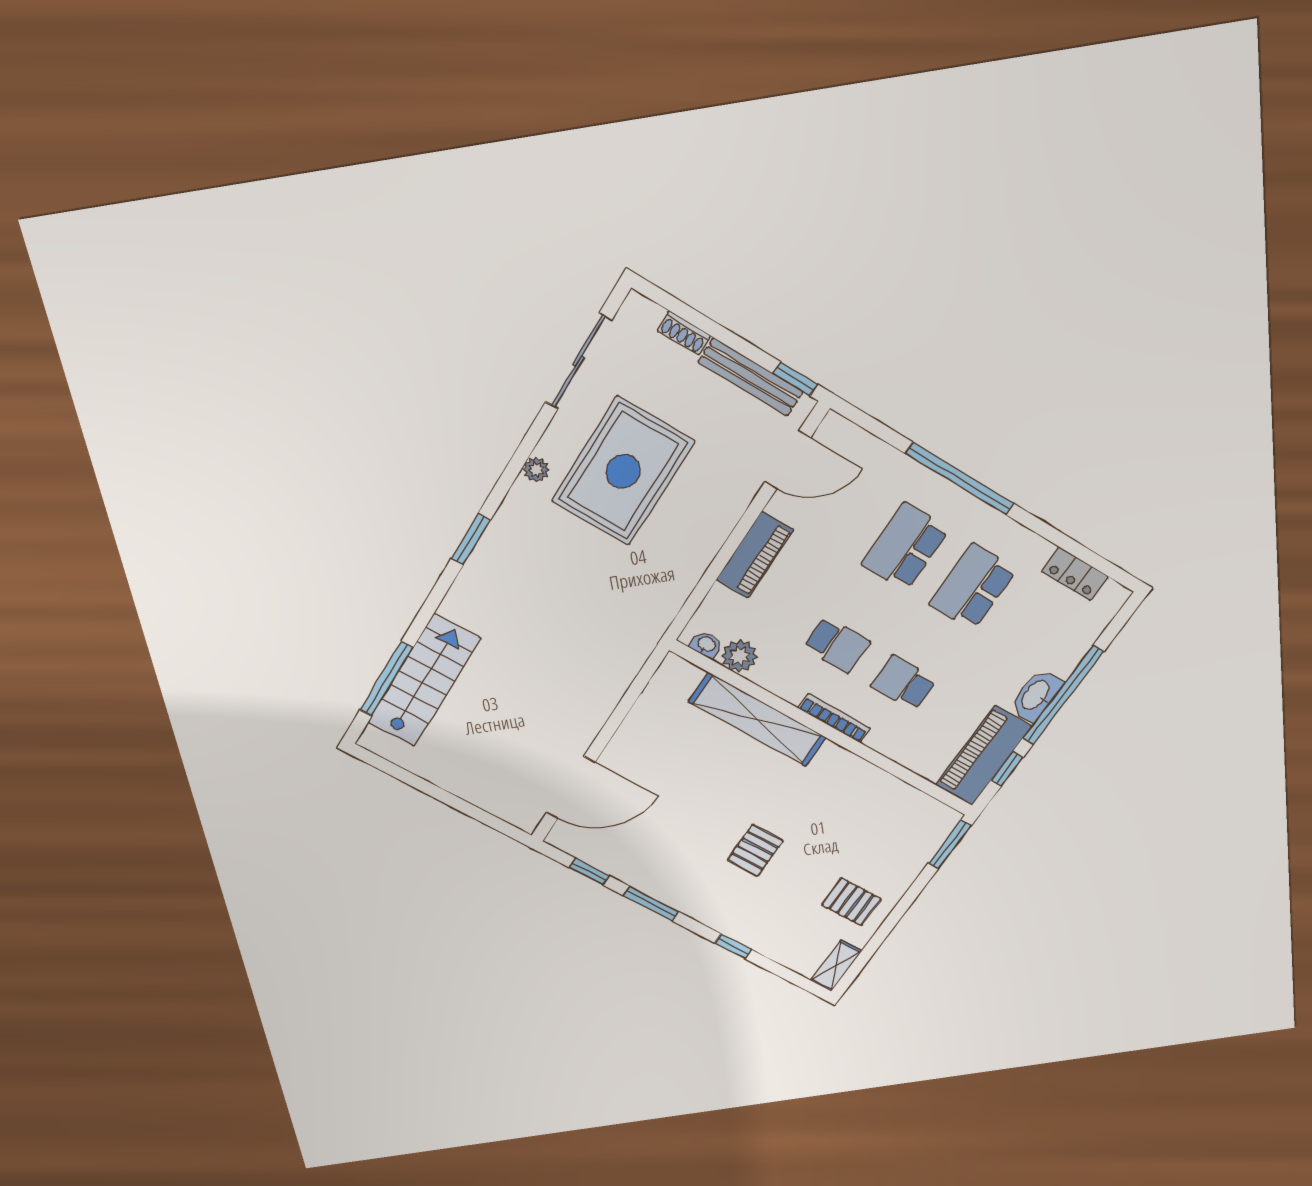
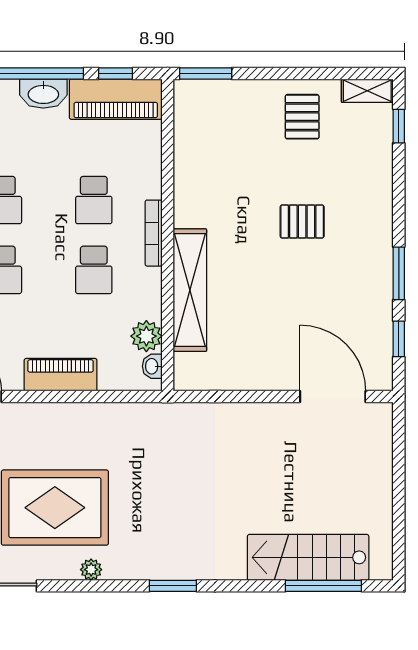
school desk: (837, 645) -> (94, 270), turned 180
window: (733, 946) -> (399, 126), moved

